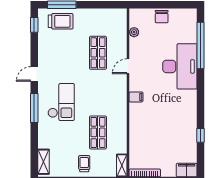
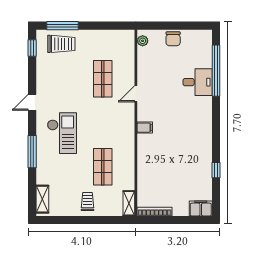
plant: (134, 32) -> (143, 41), moved
desk: (180, 66) -> (198, 82), width x0.53, depth x0.77
window: (34, 108) -> (32, 152), moved

